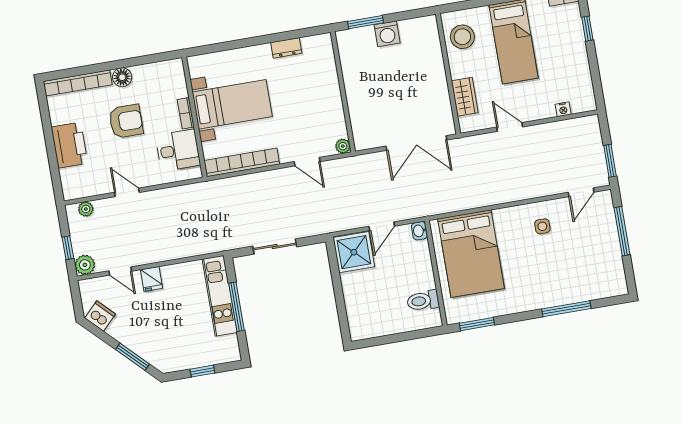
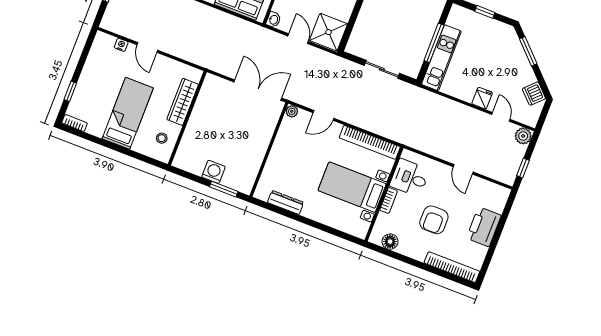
stool: (462, 37) -> (162, 138), width x0.53, depth x0.53
dresser: (286, 48) -> (286, 202), width x1.44
floor lamp: (122, 77) -> (390, 242), moved
wardrobe: (465, 97) -> (183, 102), width x1.50
armchair: (126, 121) -> (434, 220), turned -90
door: (510, 127) -> (147, 47), moved
double door: (416, 143) -> (258, 90), moved
door: (307, 162) -> (323, 115), swing flipped
plant: (86, 209) -> (499, 175), removed
door: (382, 226) -> (298, 39), hinge flipped
window: (68, 248) -> (523, 168), moved

